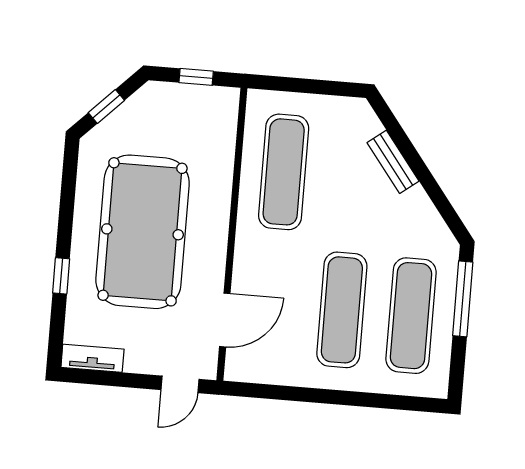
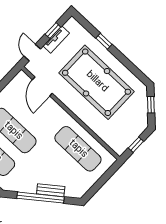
window: (420, 169) -> (40, 198), added
tv unit: (92, 358) -> (56, 40), moved
window: (113, 379) -> (53, 31), added

